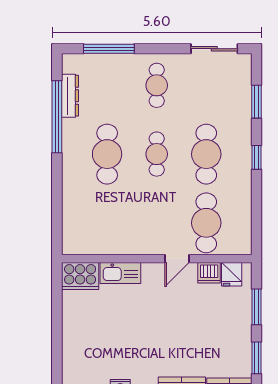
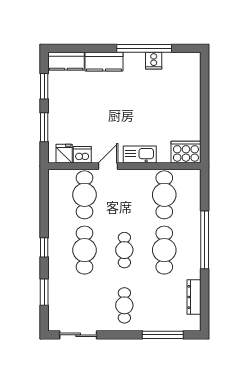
window: (57, 117) -> (205, 240), moved
cafe table: (107, 223) -> (164, 195), added
kitchen sink: (120, 273) -> (140, 155), moved

